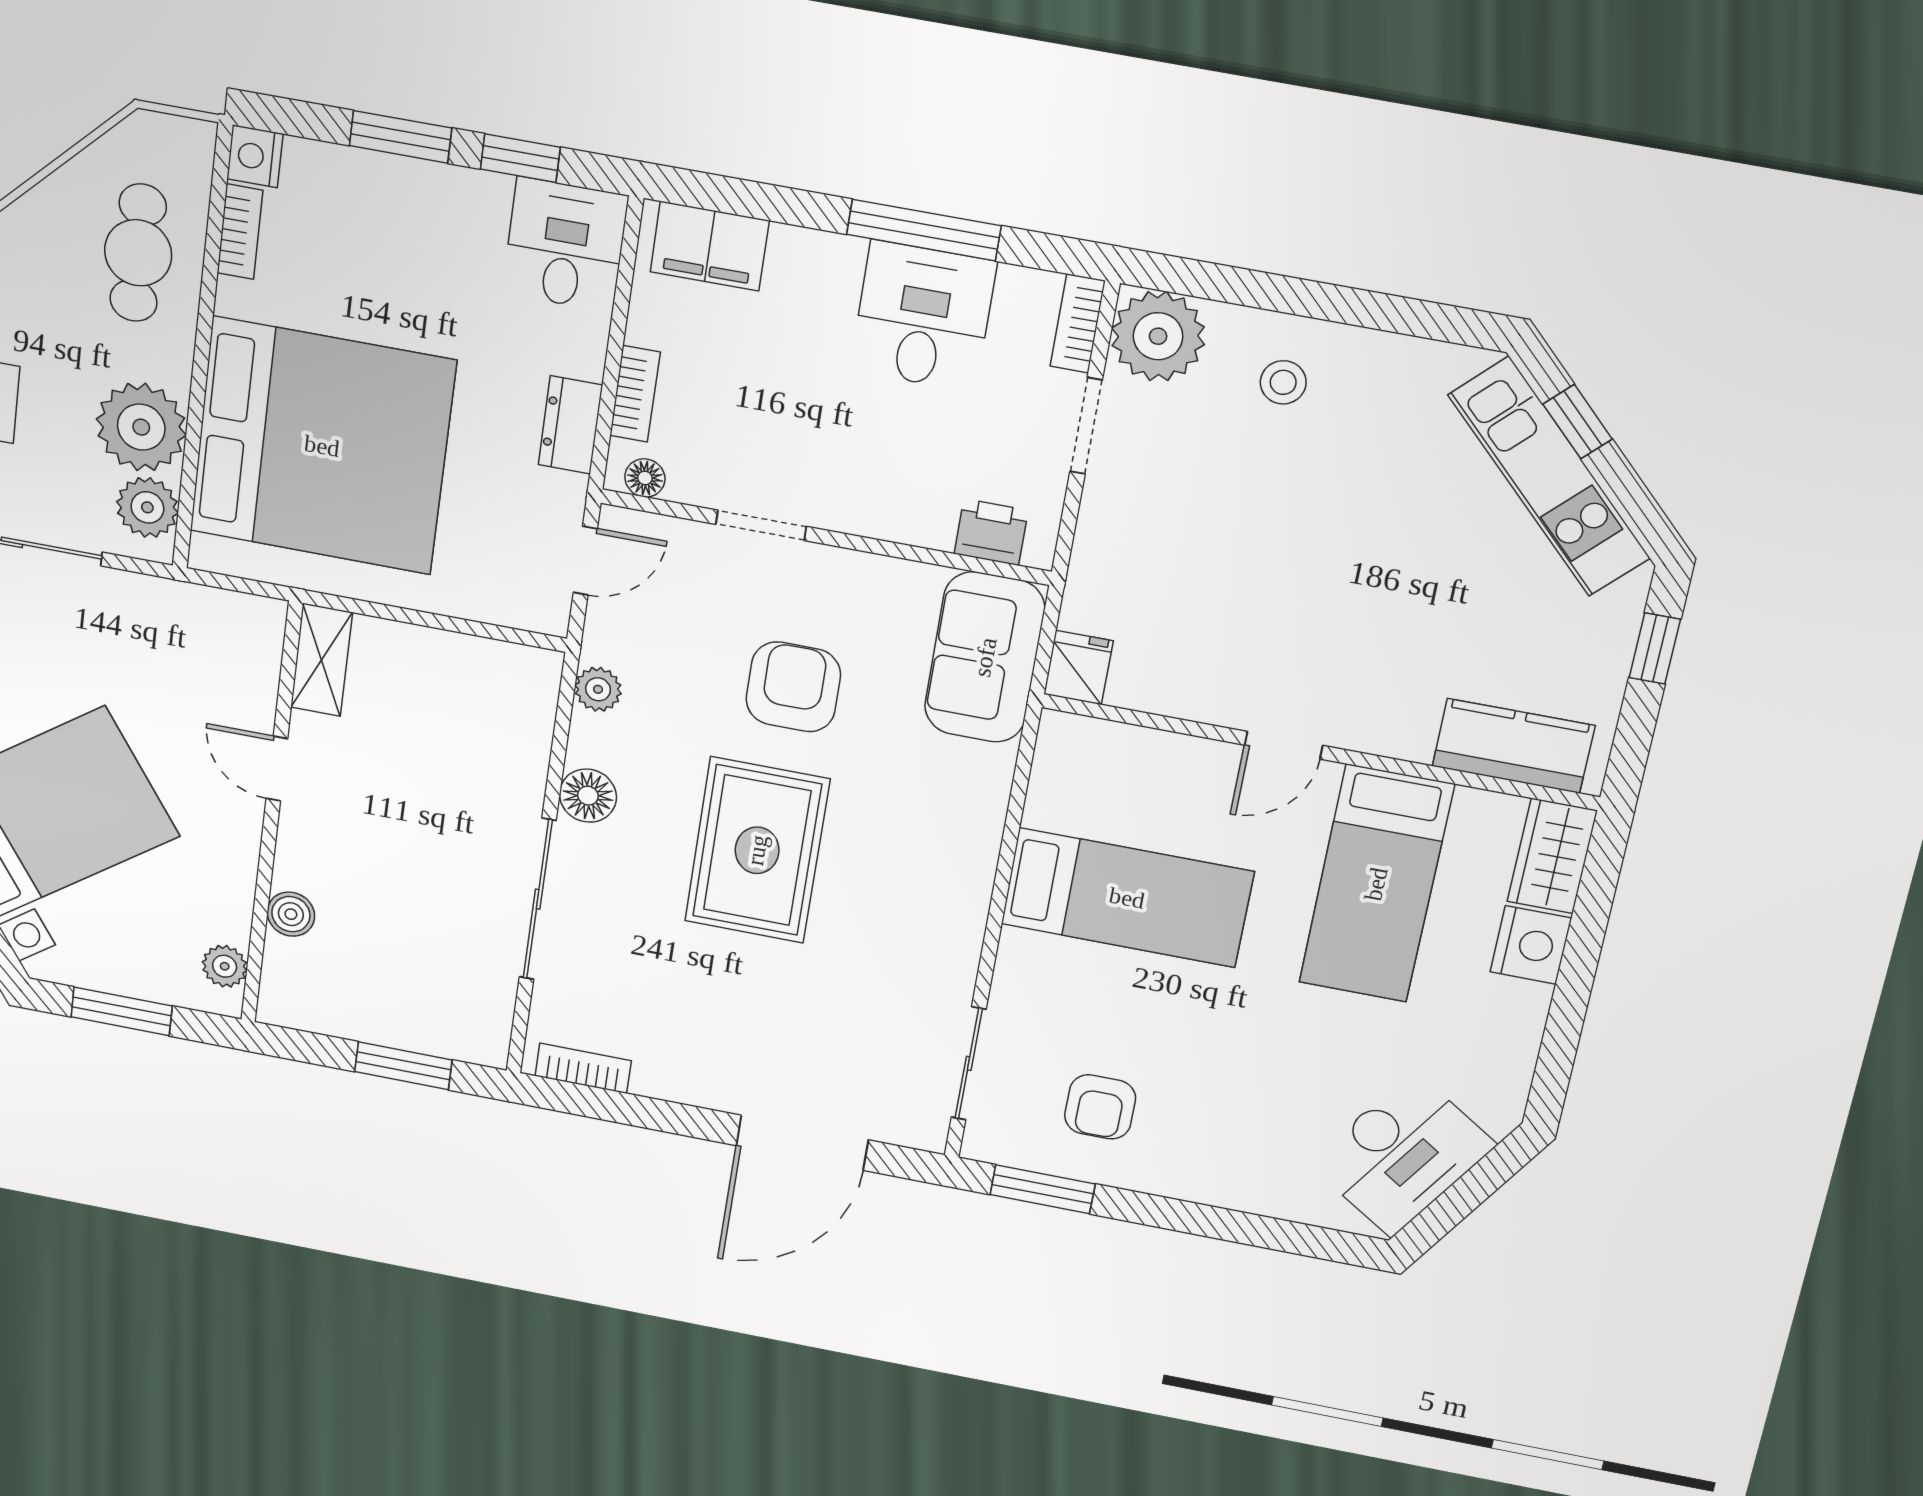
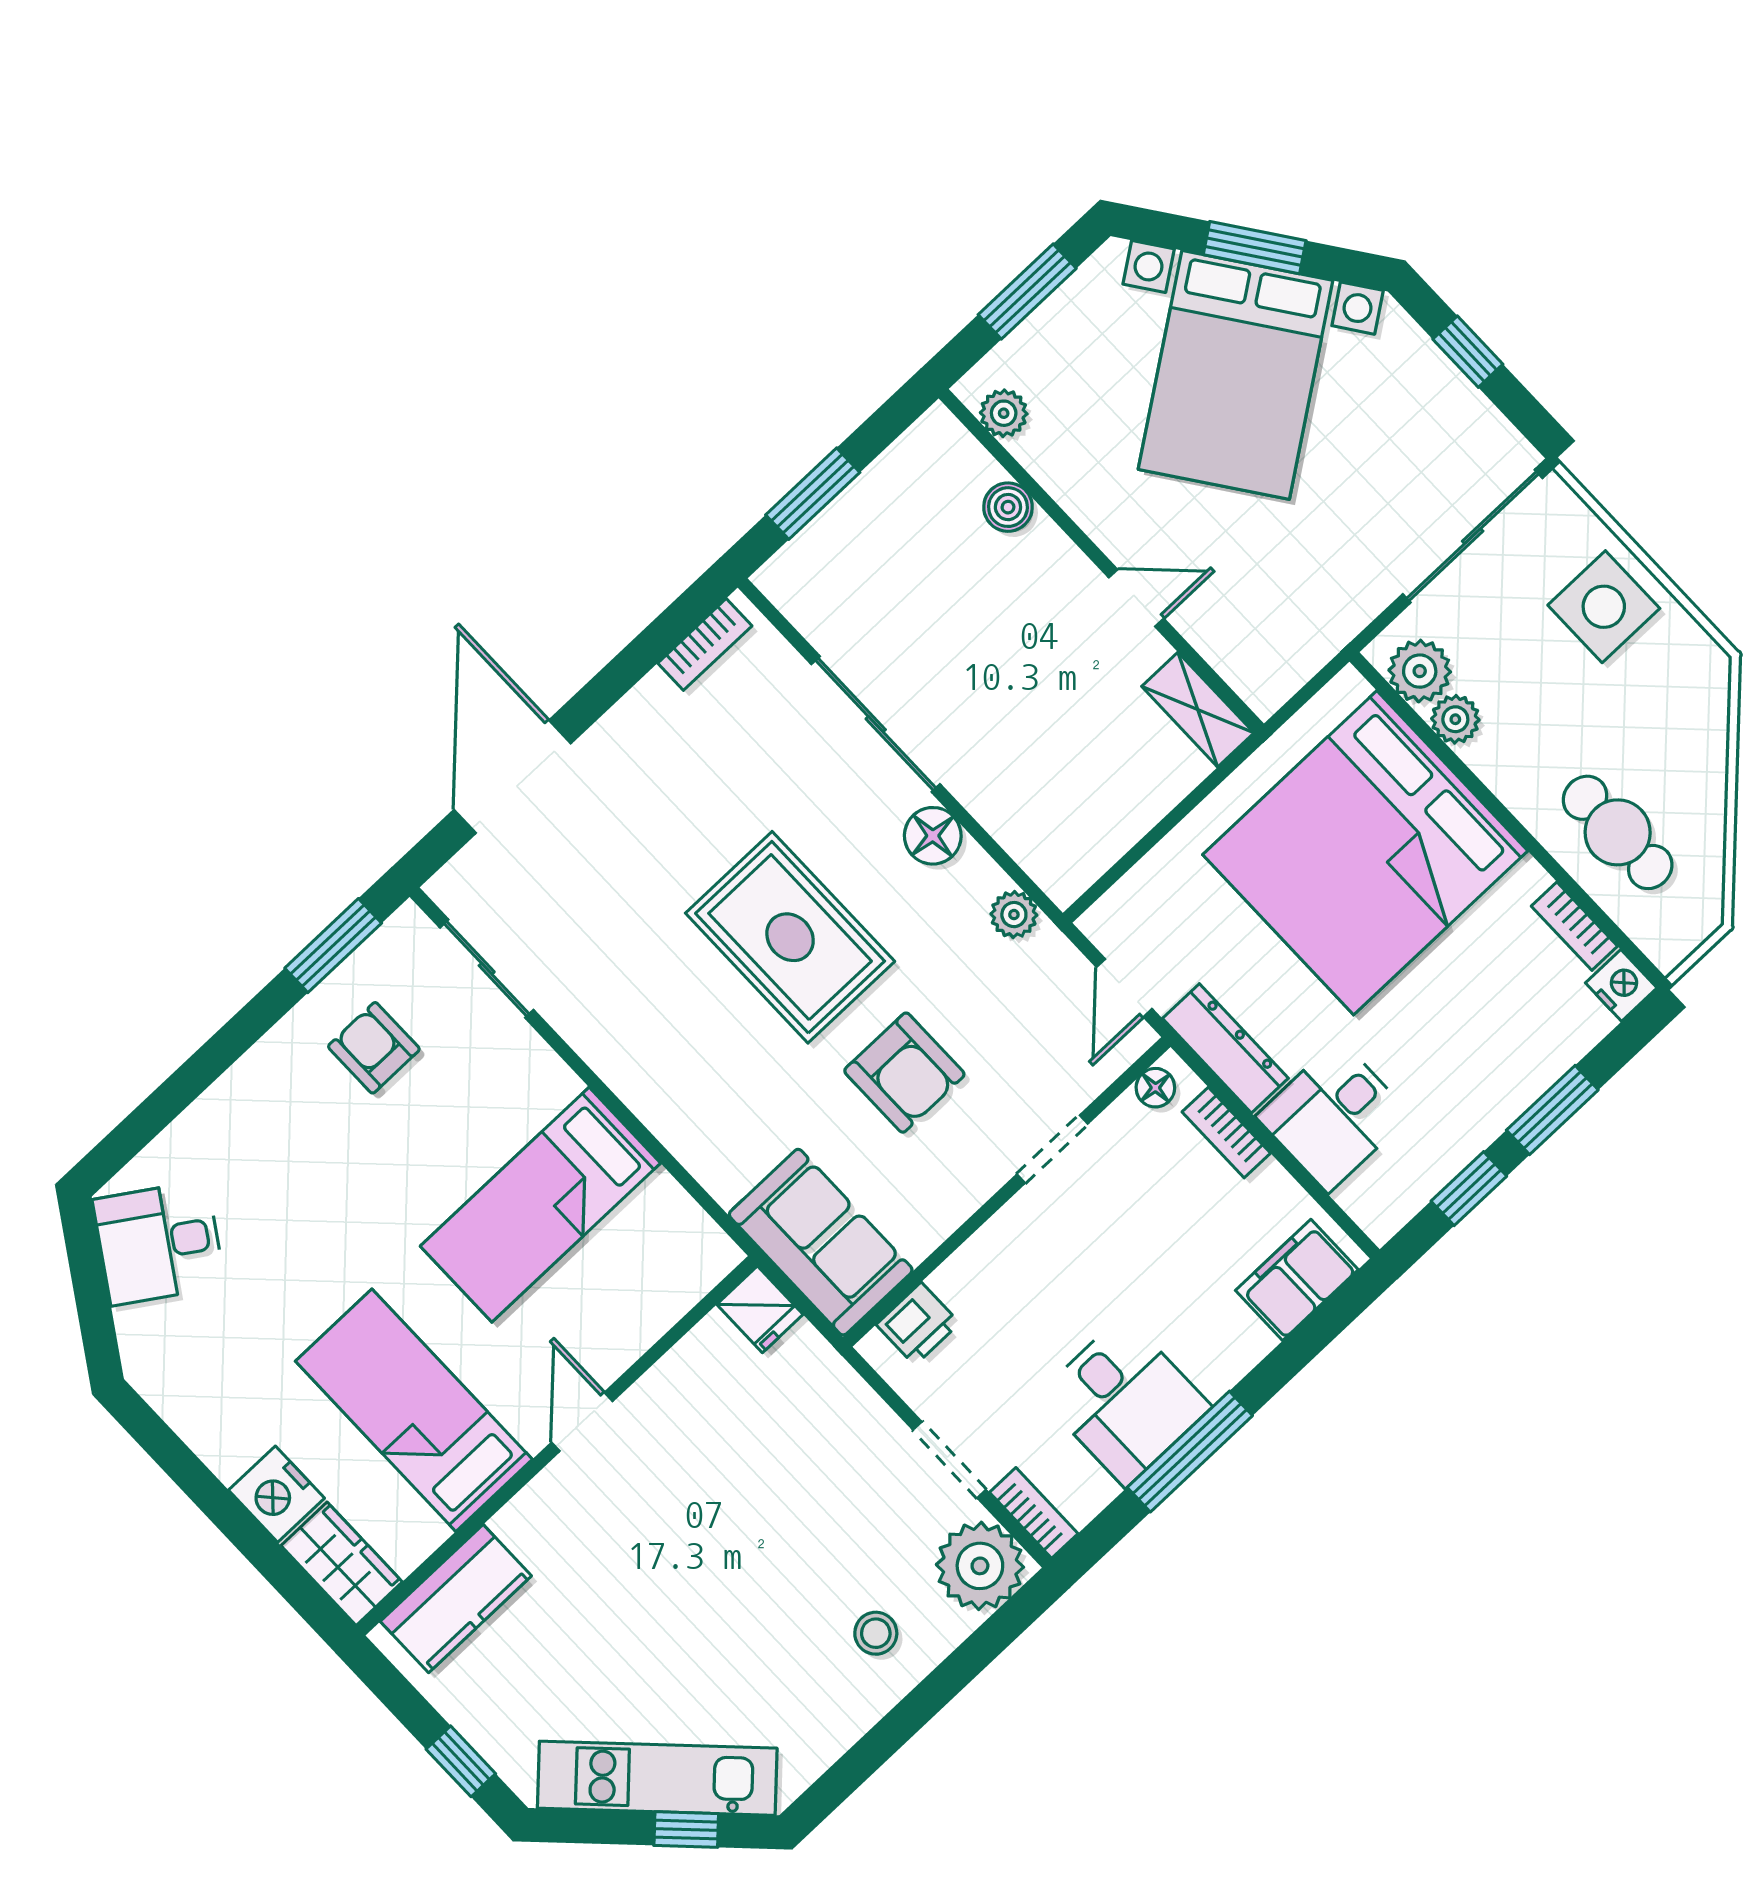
desk: (565, 245) -> (1333, 1116), moved, turned 90
dresser: (570, 425) -> (1225, 1048), width x1.44
plant: (141, 427) -> (1455, 719), width x0.53, depth x0.53
desk: (1402, 1154) -> (159, 1243), width x0.73

